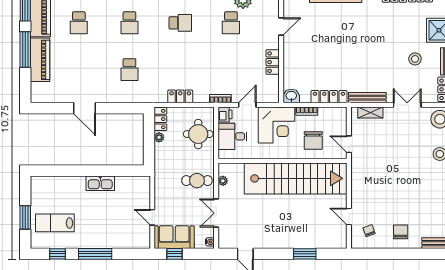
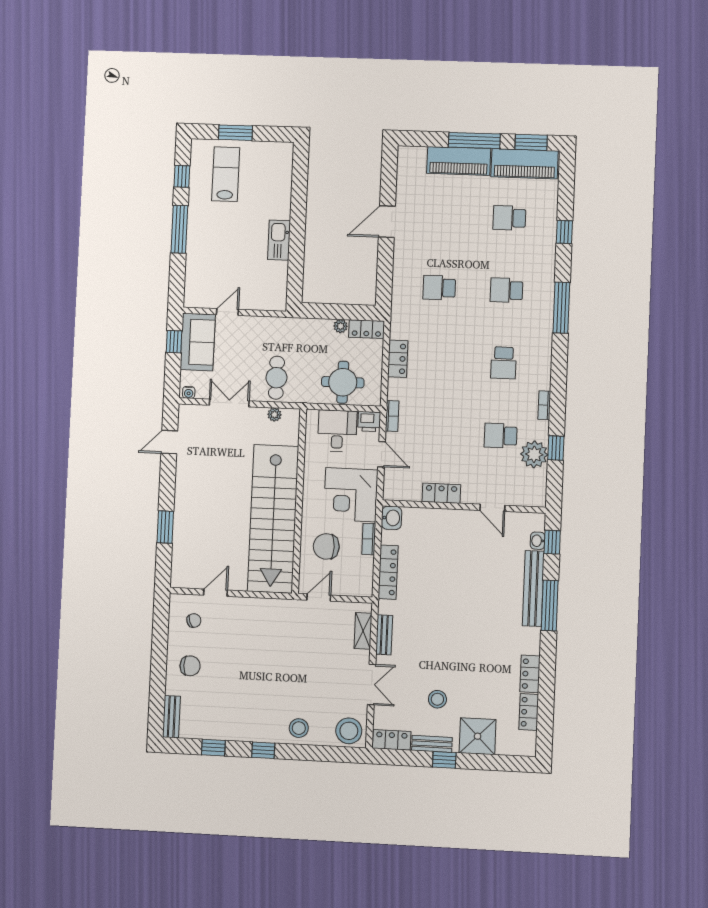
bench: (367, 98) -> (384, 635), width x0.73

